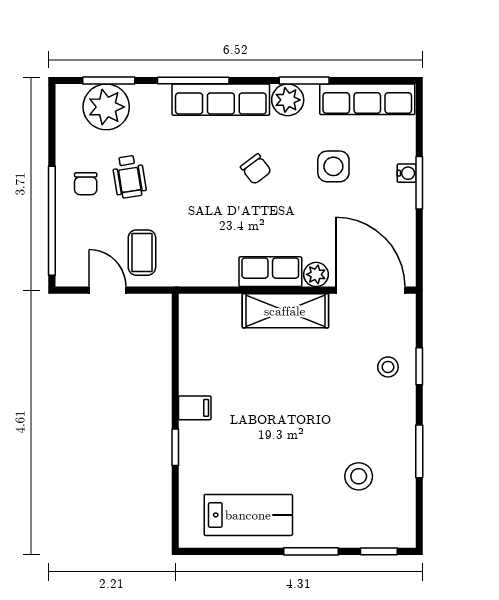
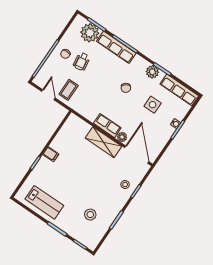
row of seats: (221, 100) -> (116, 47), moved

